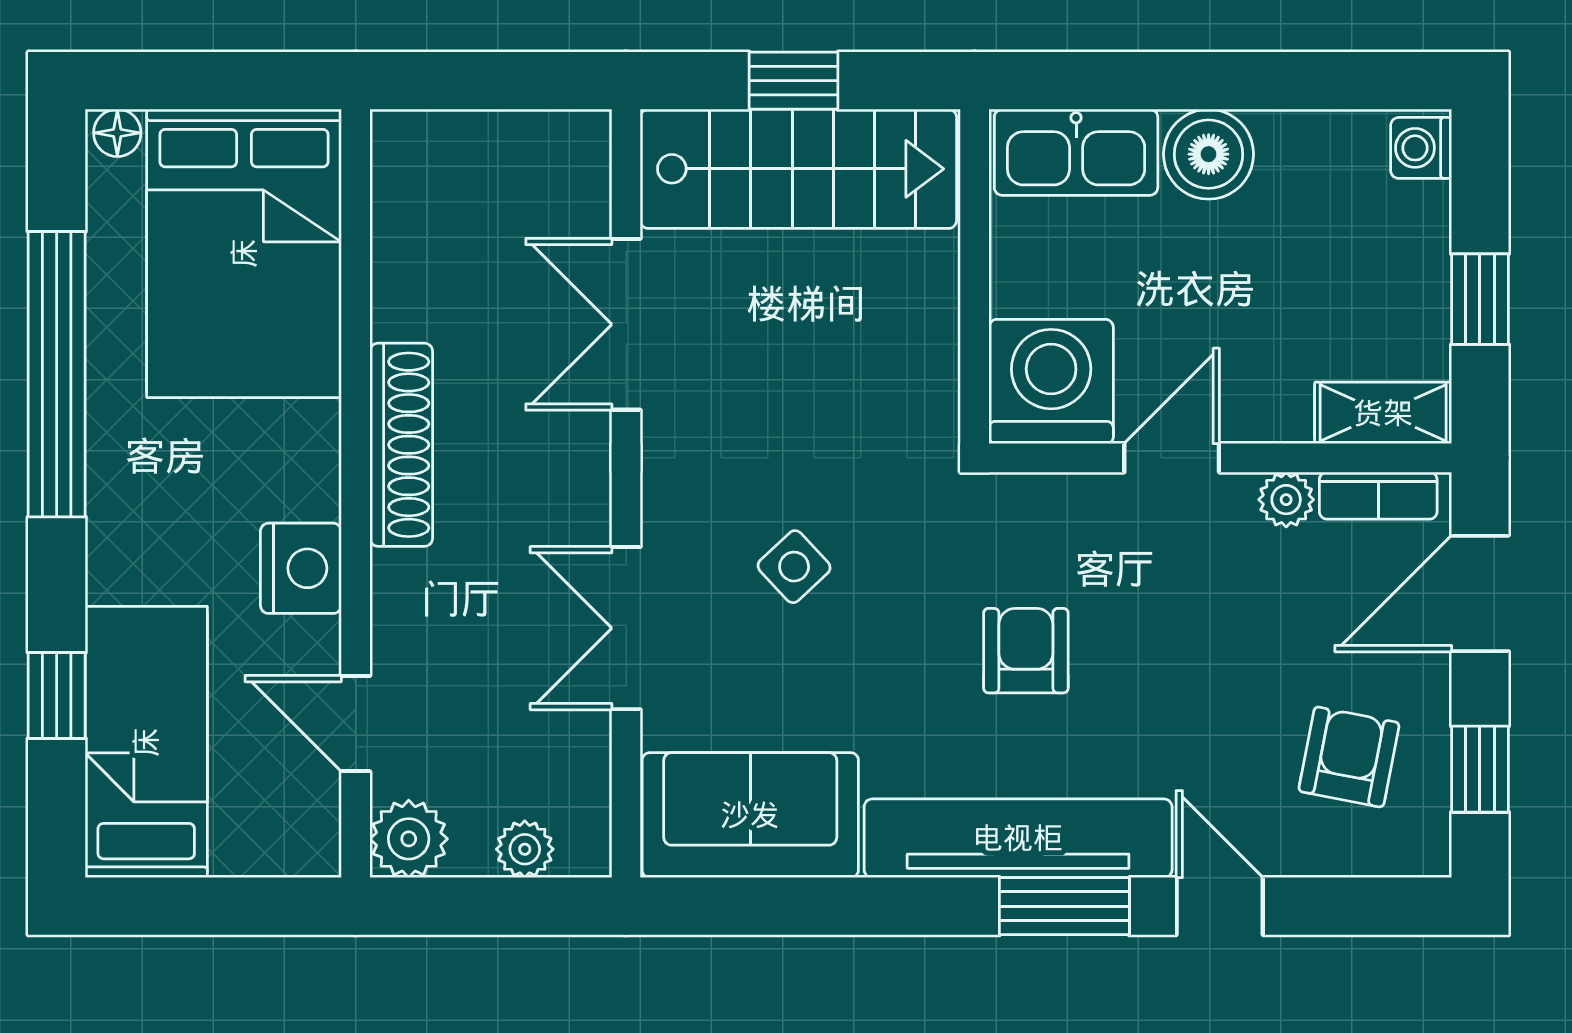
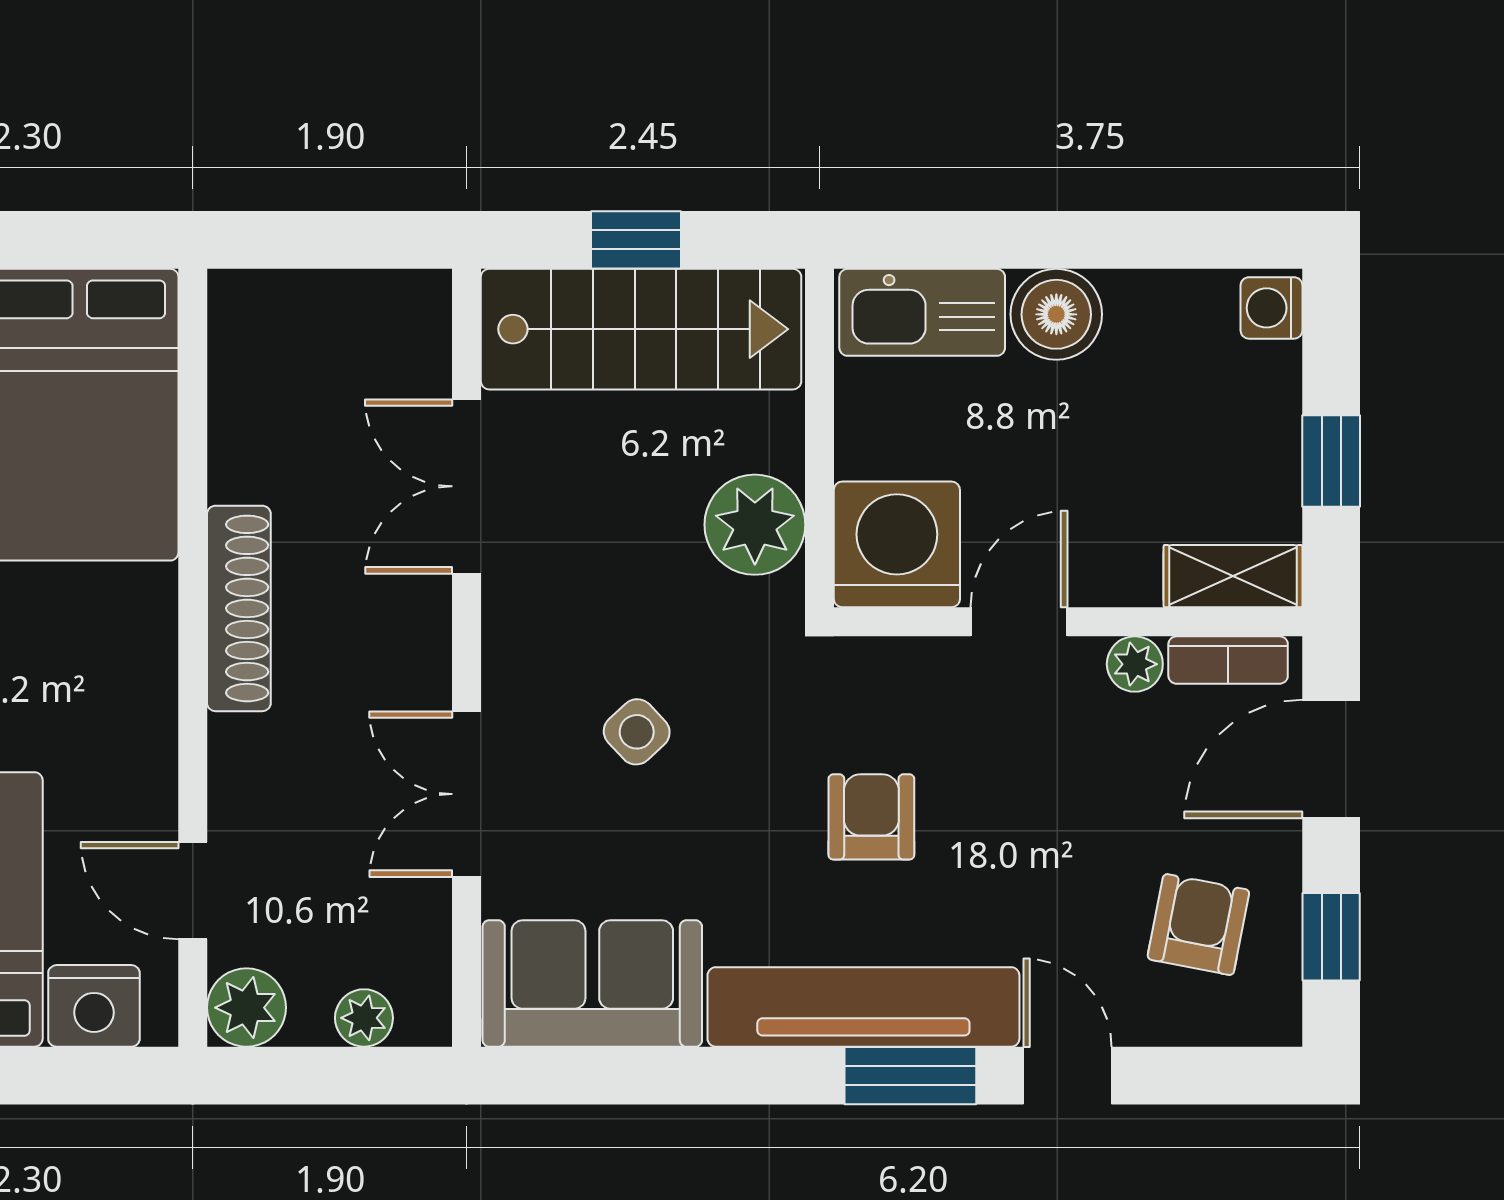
plant: (911, 362) -> (755, 525), added
nightstand: (301, 568) -> (94, 1006), moved, turned 90

